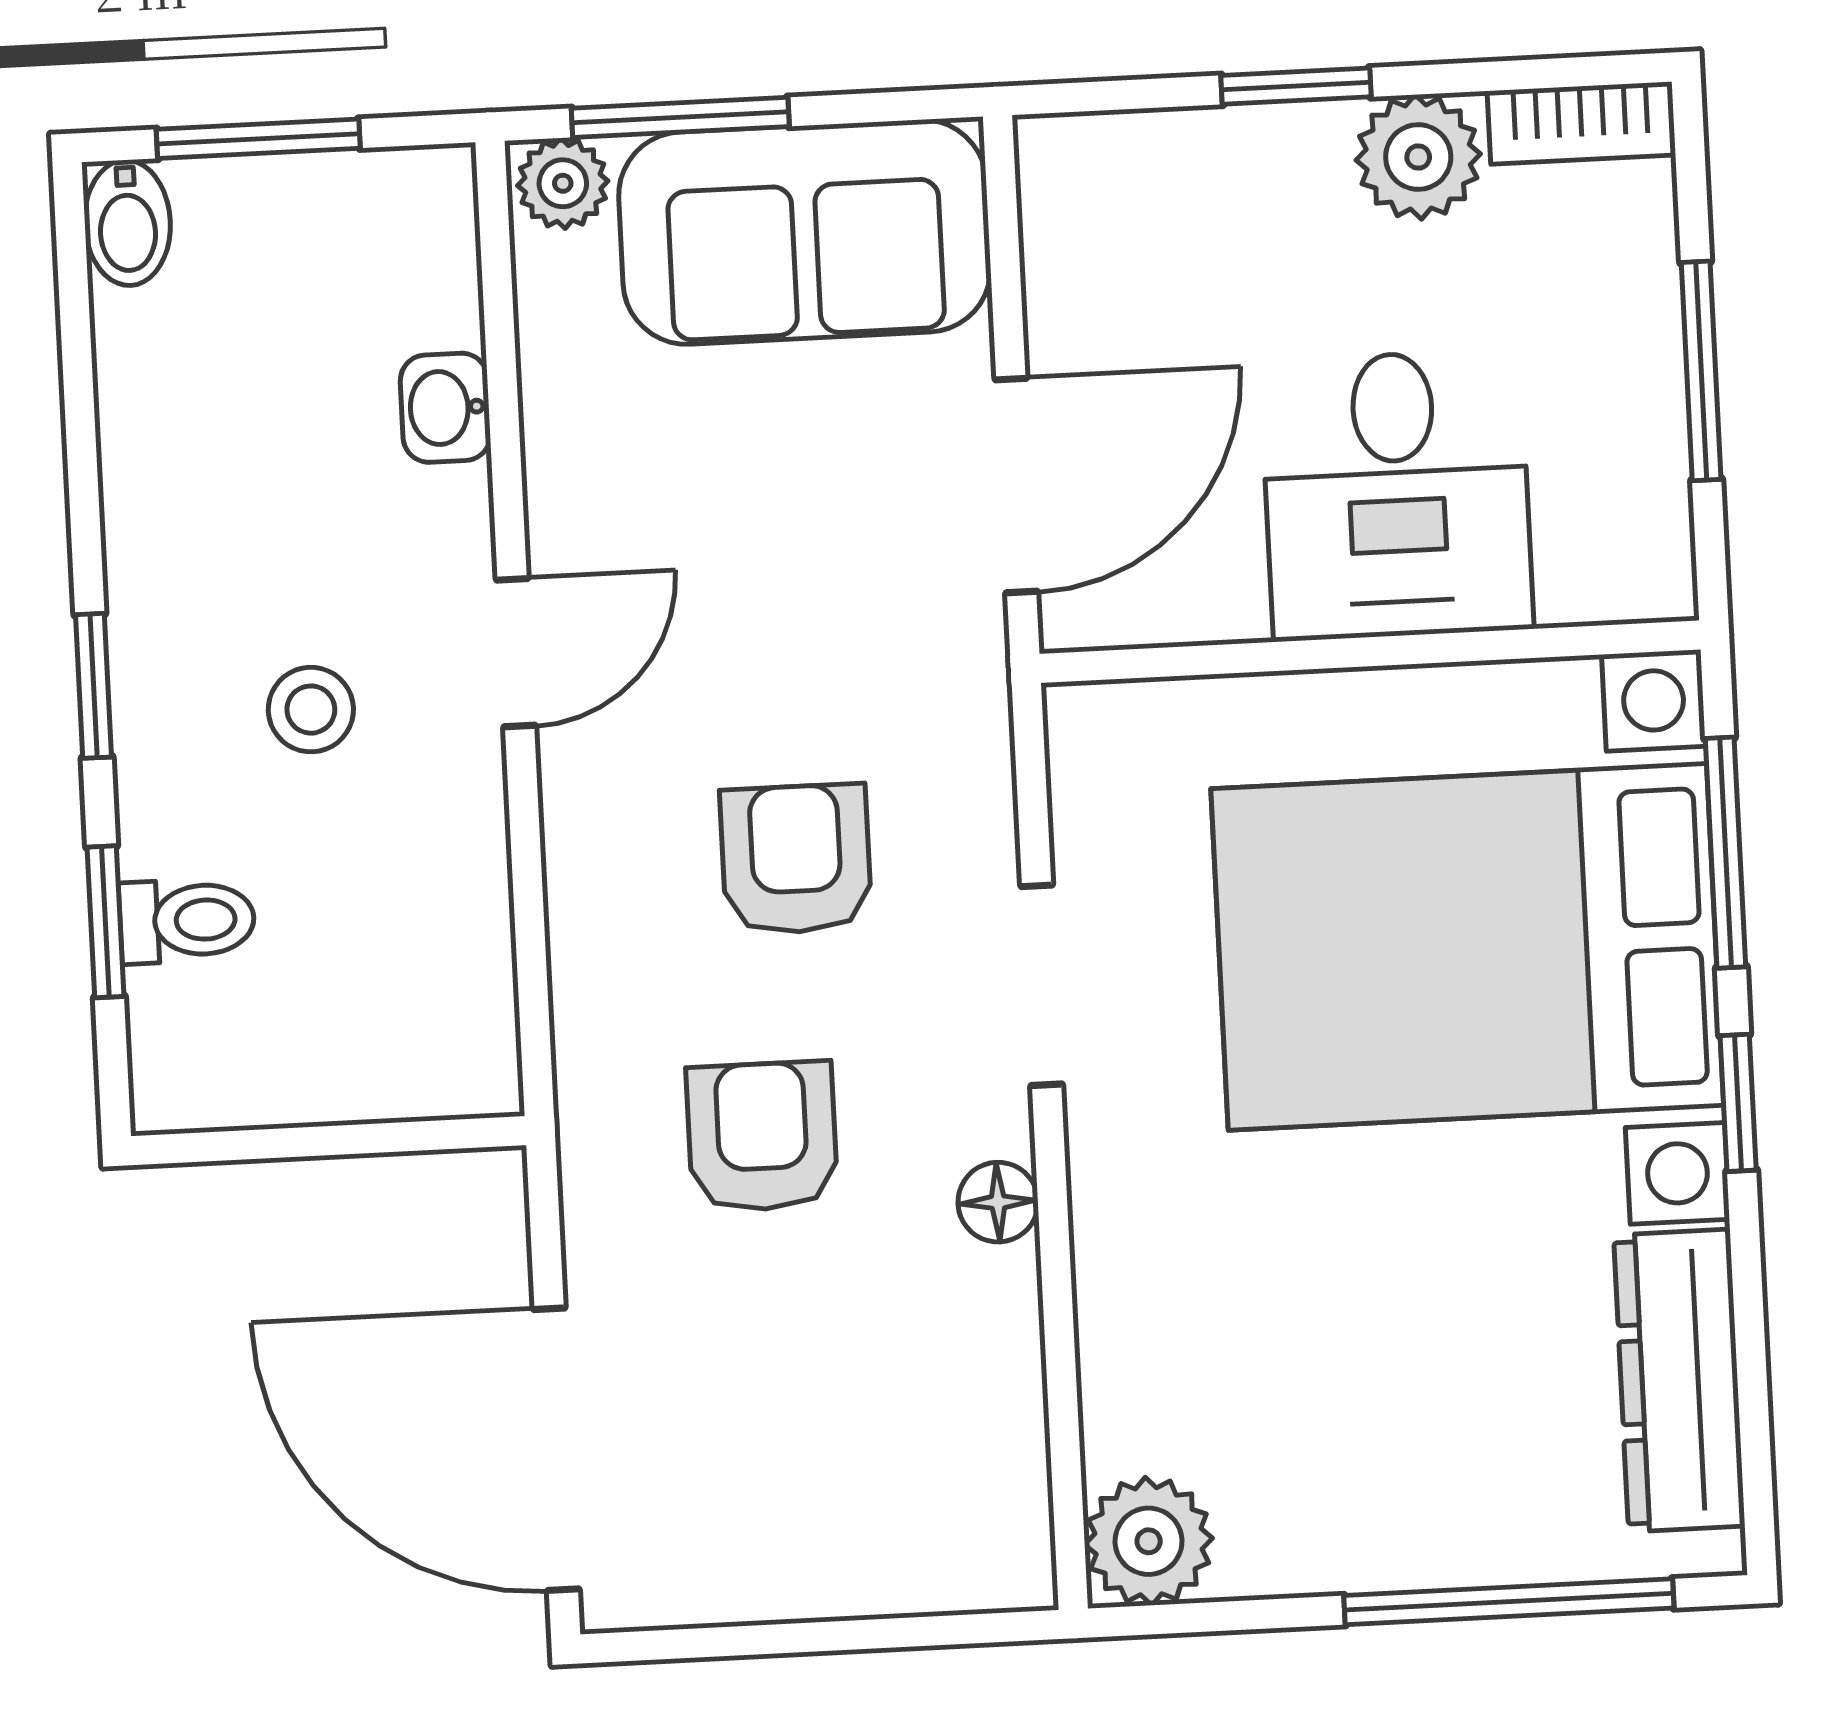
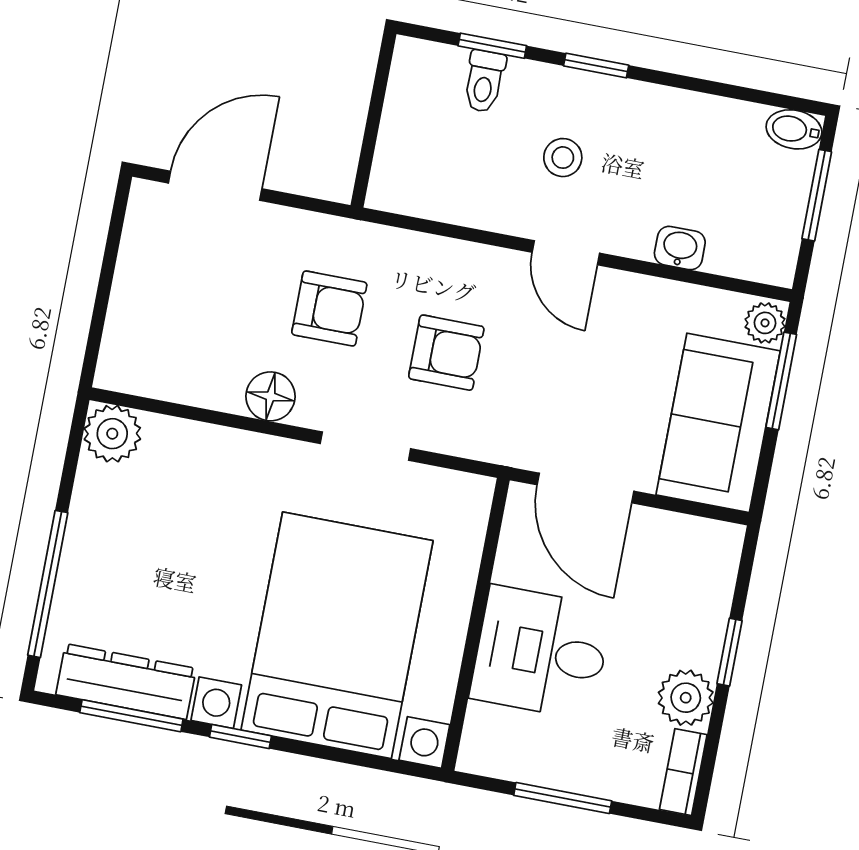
window: (1725, 853) -> (131, 716), moved
floor lamp: (998, 1202) -> (270, 396), width x1.37, depth x1.37
door: (556, 1449) -> (215, 186), width x0.73

